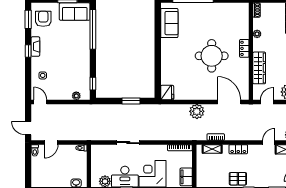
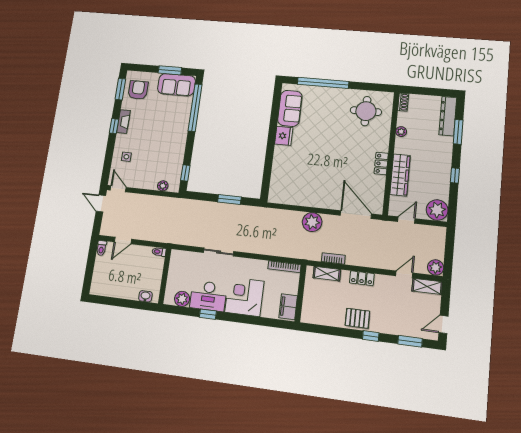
locker: (244, 48) -> (381, 164), moved
round table: (212, 56) -> (366, 111), moved, width x0.73, depth x0.73
fridge: (167, 93) -> (284, 136), moved
door: (28, 128) -> (101, 203), moved

